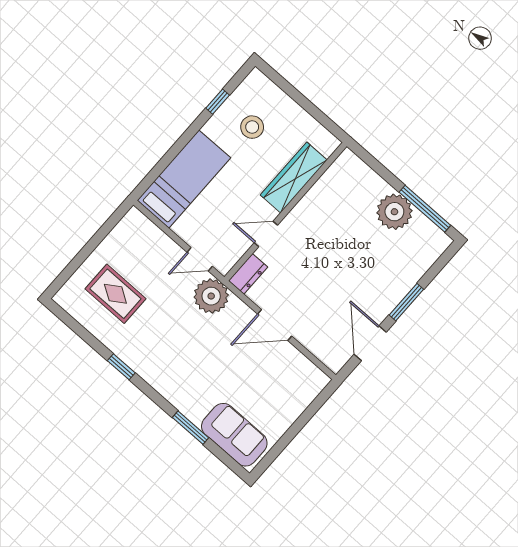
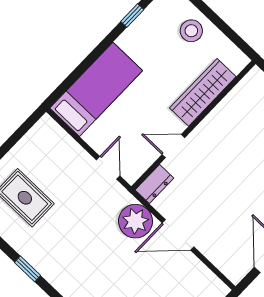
stool: (252, 127) -> (191, 31), moved
door: (200, 259) -> (108, 168), swing flipped
plant: (211, 296) -> (135, 221), moved

